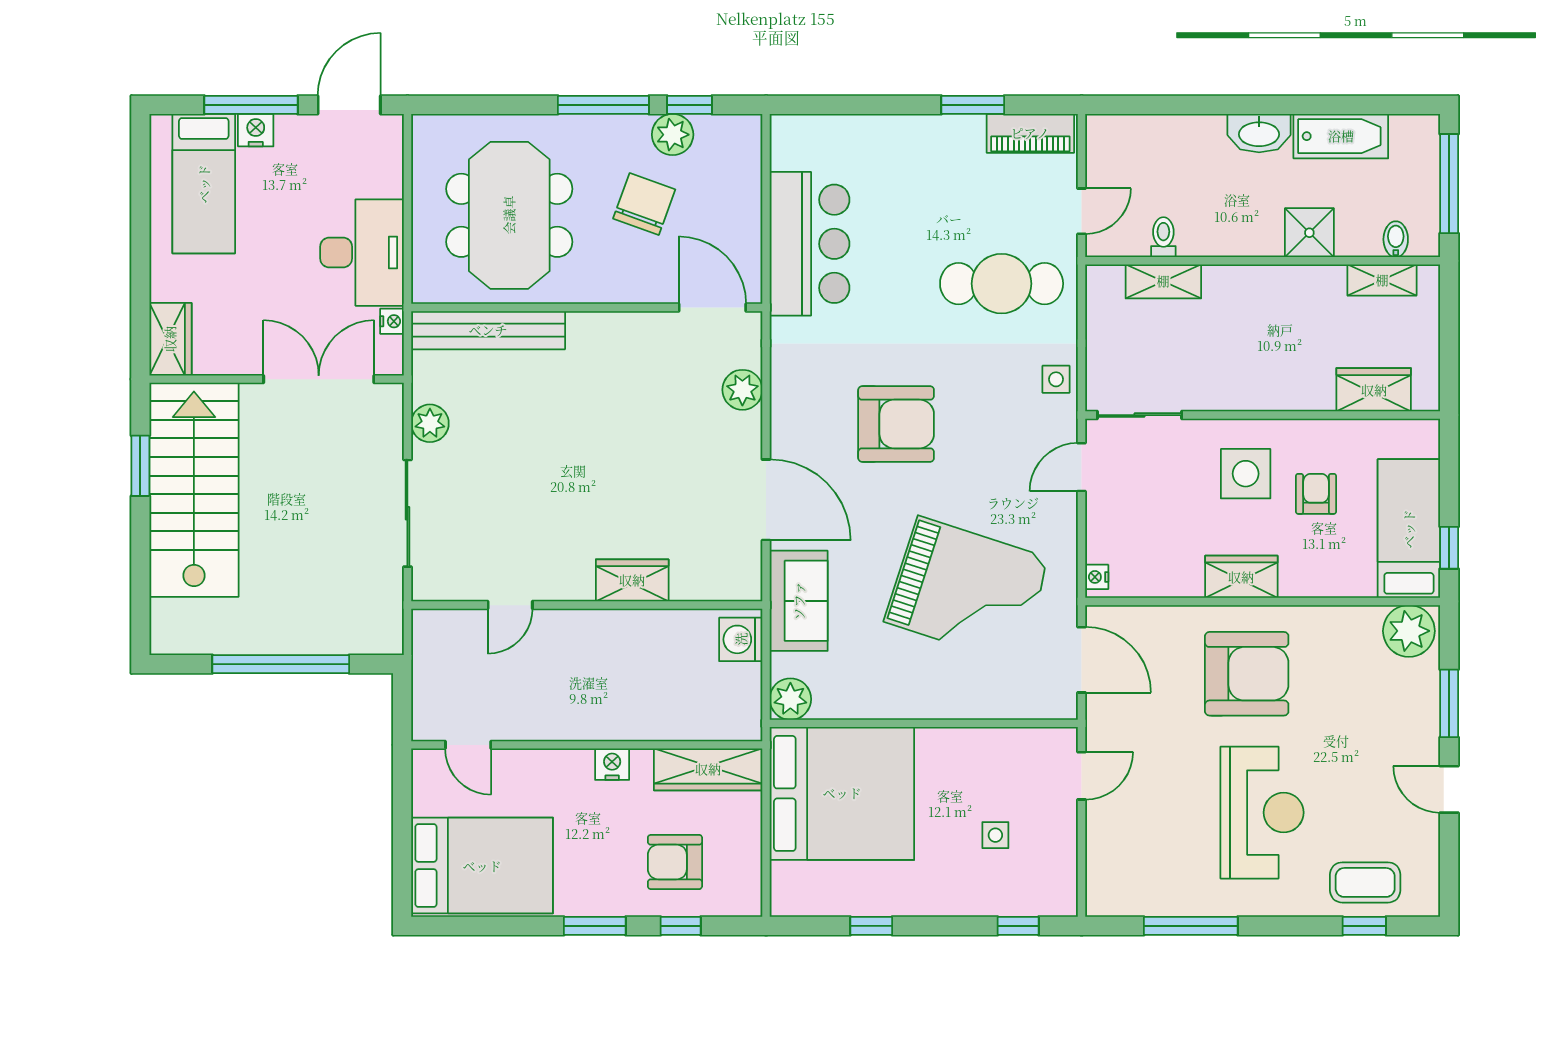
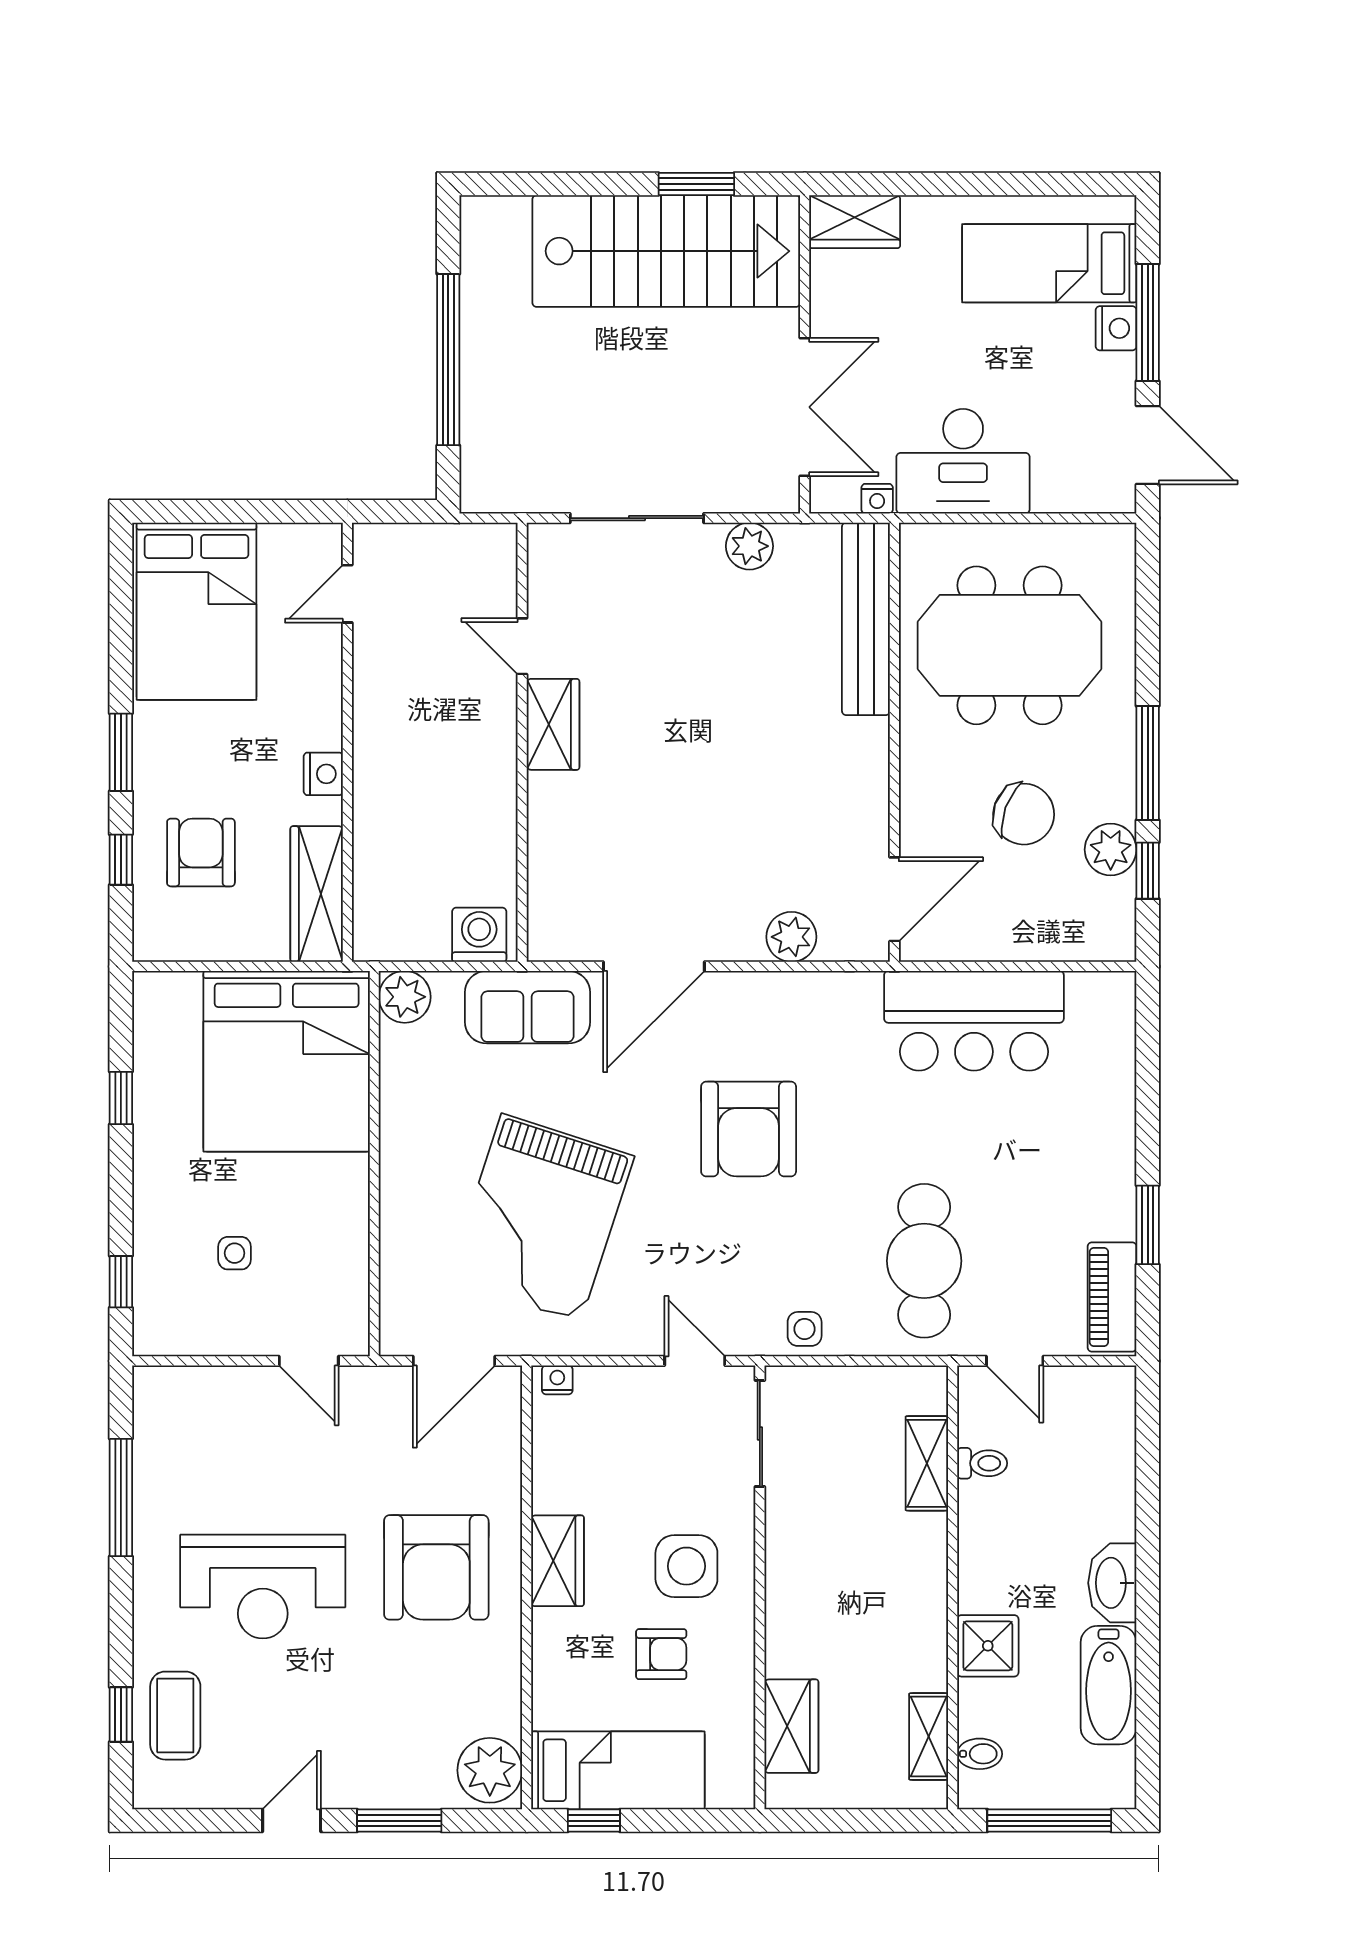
wardrobe: (632, 580) -> (553, 724), moved

